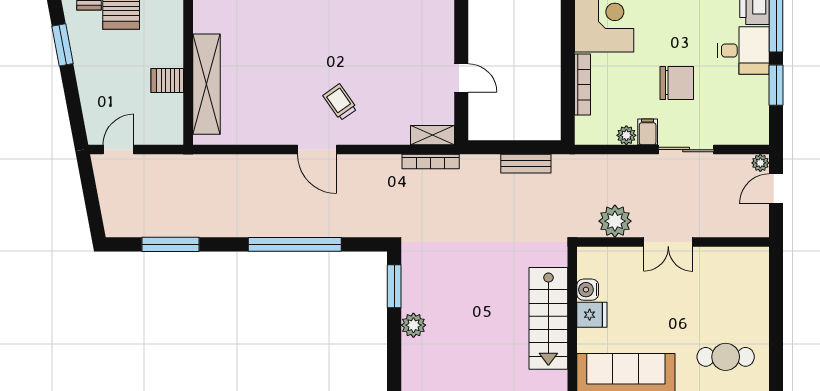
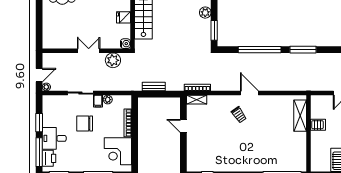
shelving: (206, 84) -> (300, 116), width x0.68
window: (171, 244) -> (303, 50), moved
water cooler: (588, 290) -> (125, 44), moved

